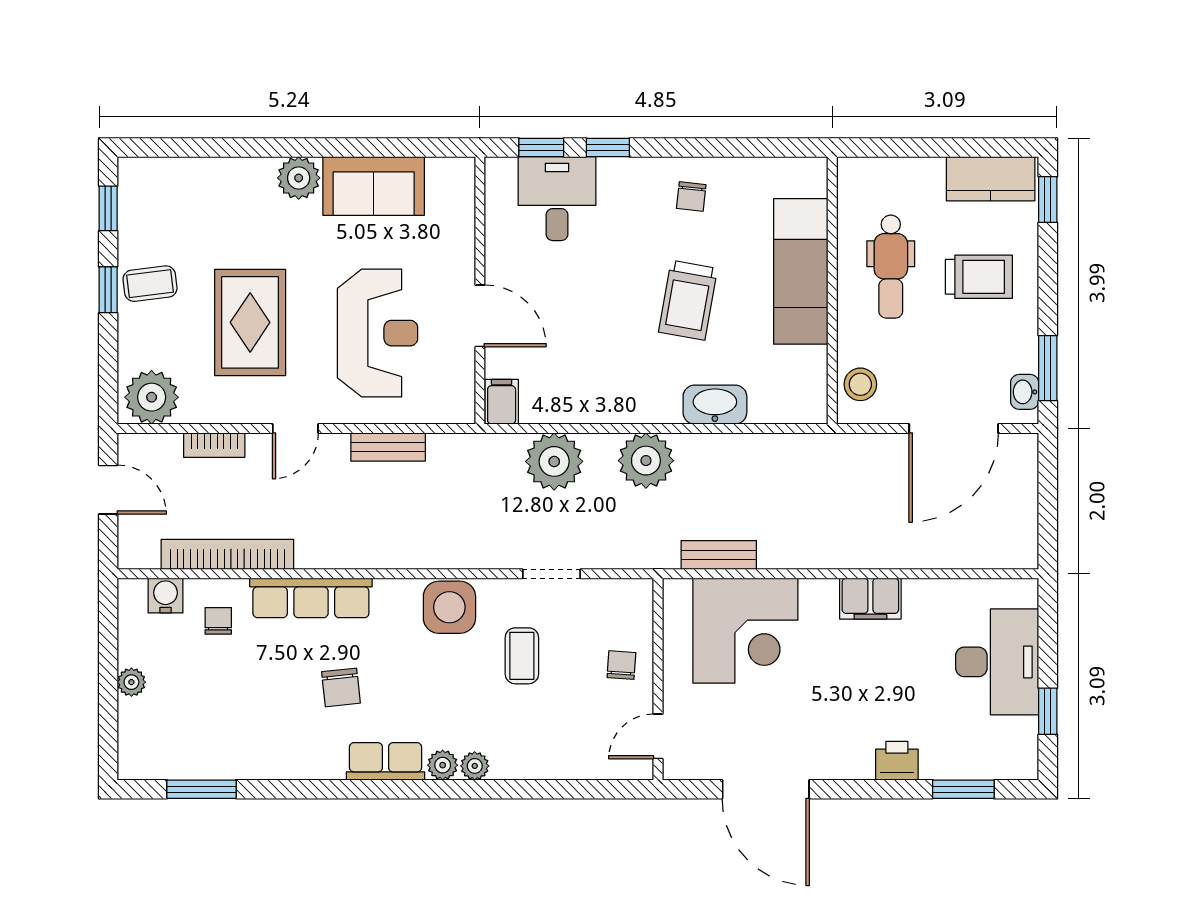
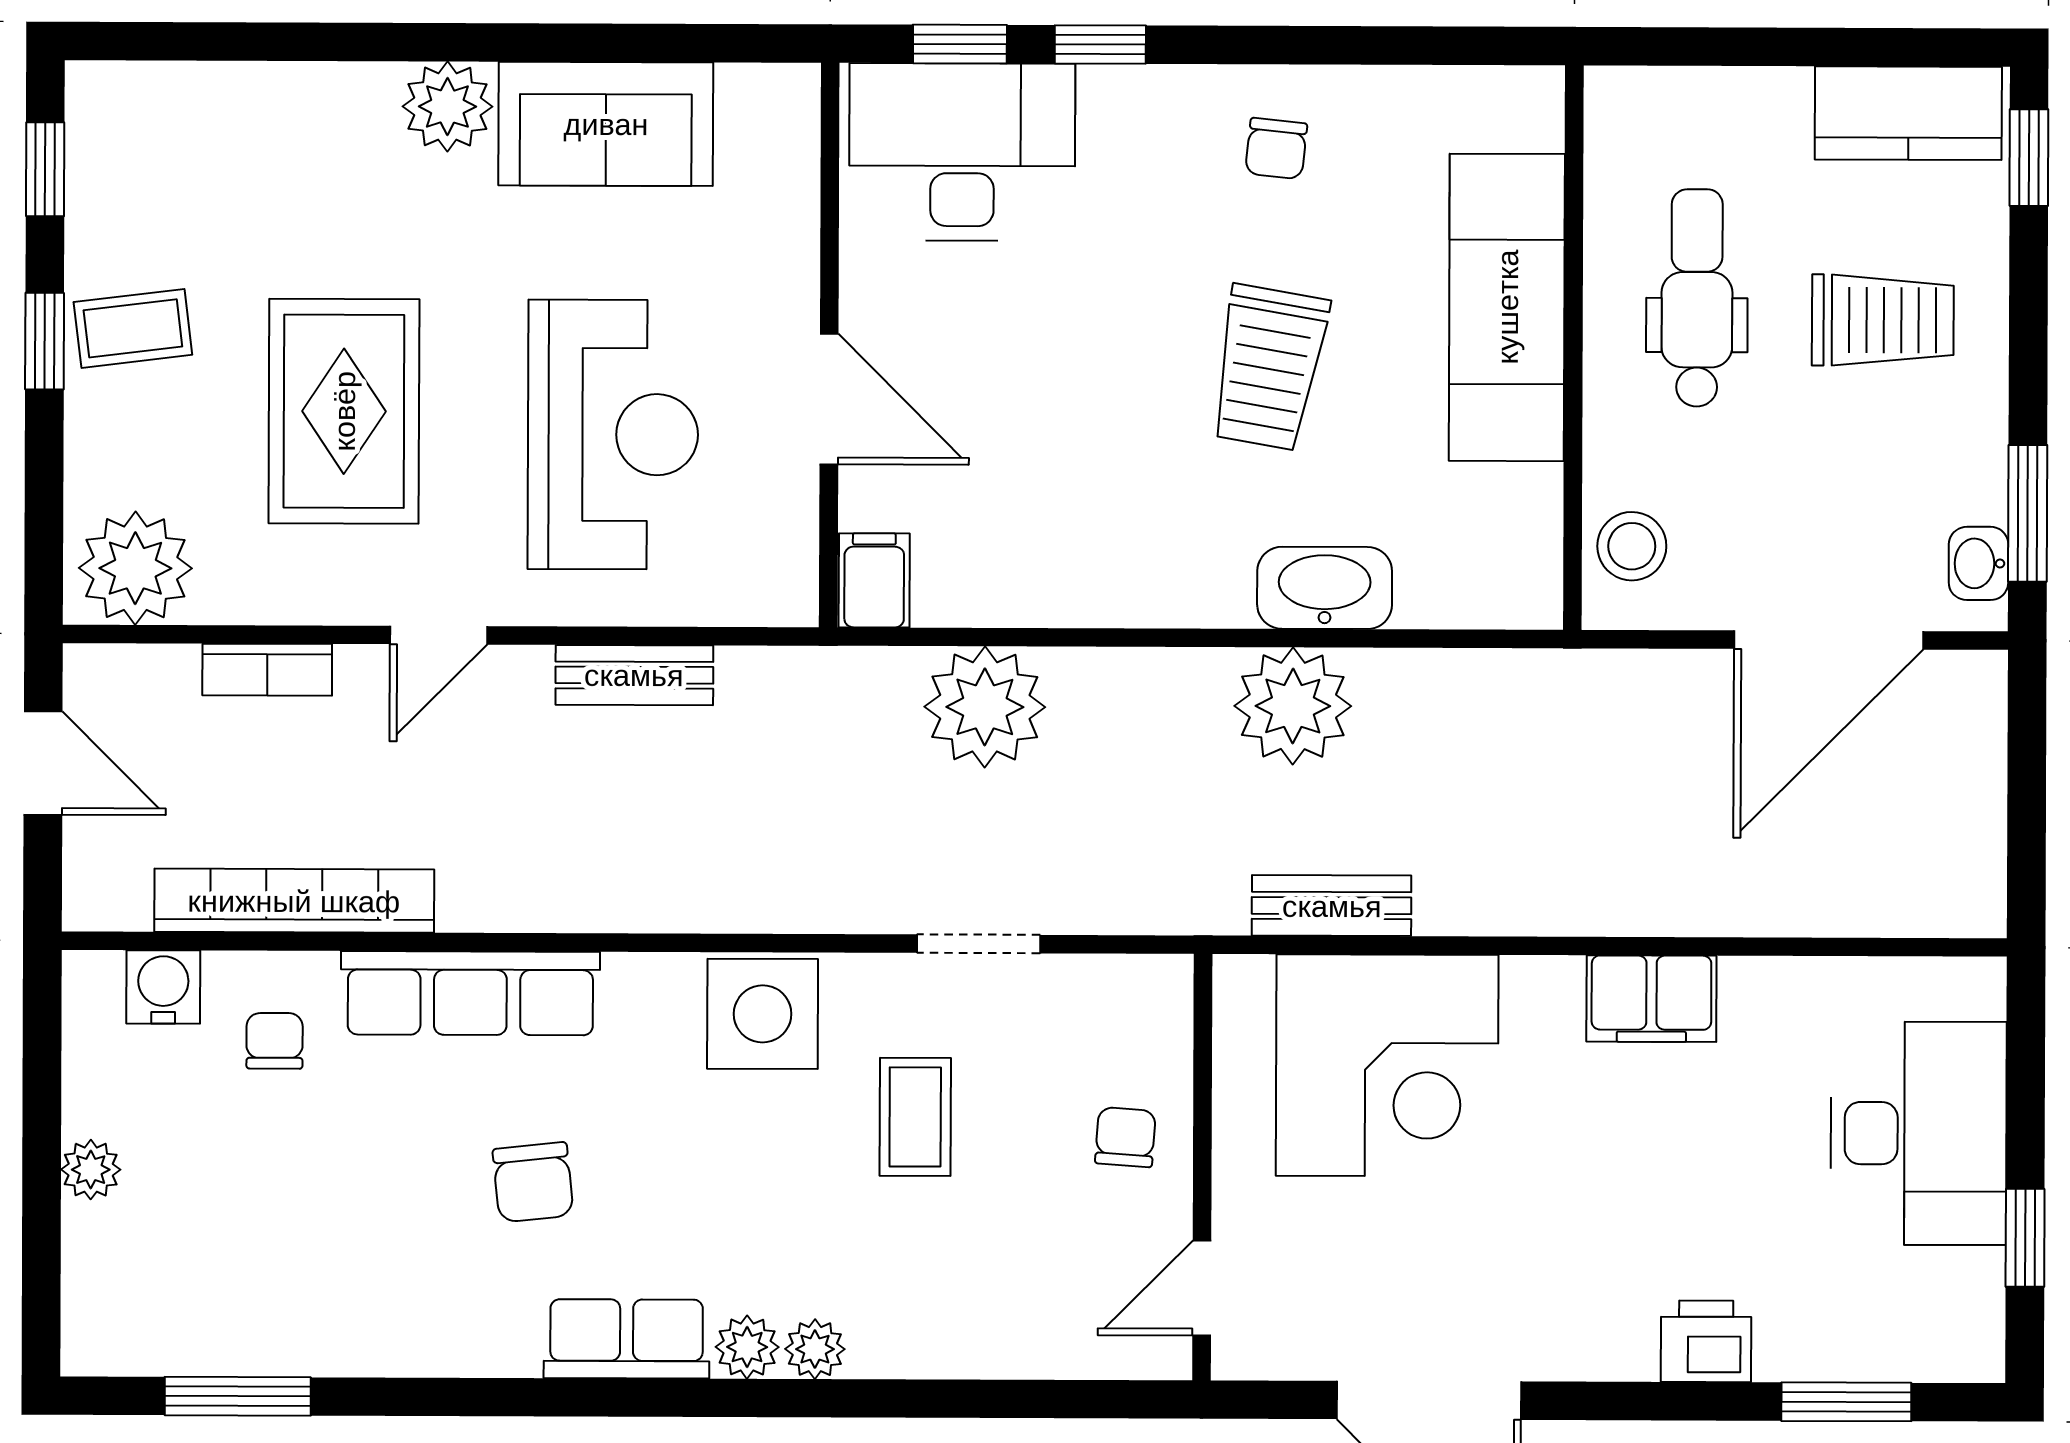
desk: (557, 199) -> (962, 152), width x1.37
dental chair: (891, 267) -> (1697, 298), turned 180
plant: (646, 461) -> (1293, 706), moved

